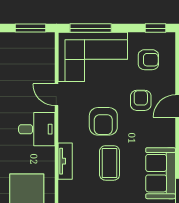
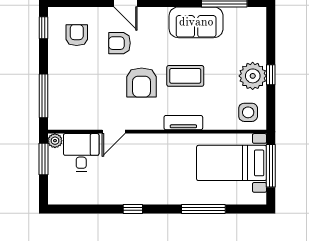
plant: (48, 39) -> (55, 141), added
corner sofa: (93, 57) -> (74, 94), removed
armchair: (103, 121) -> (142, 82), turned 90
desk: (37, 129) -> (81, 152), moved

